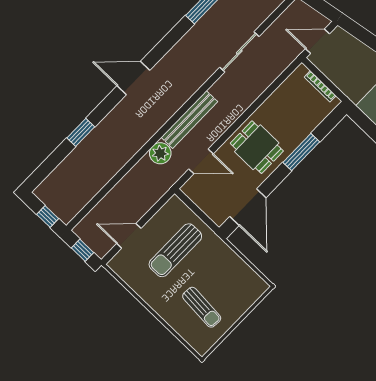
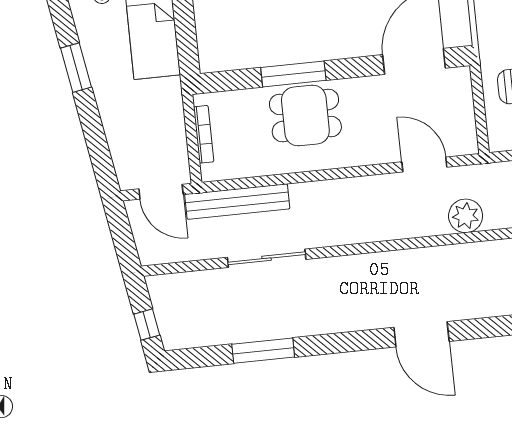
bench: (189, 119) -> (237, 202), moved
dining table: (257, 147) -> (305, 116), moved, turned 90

